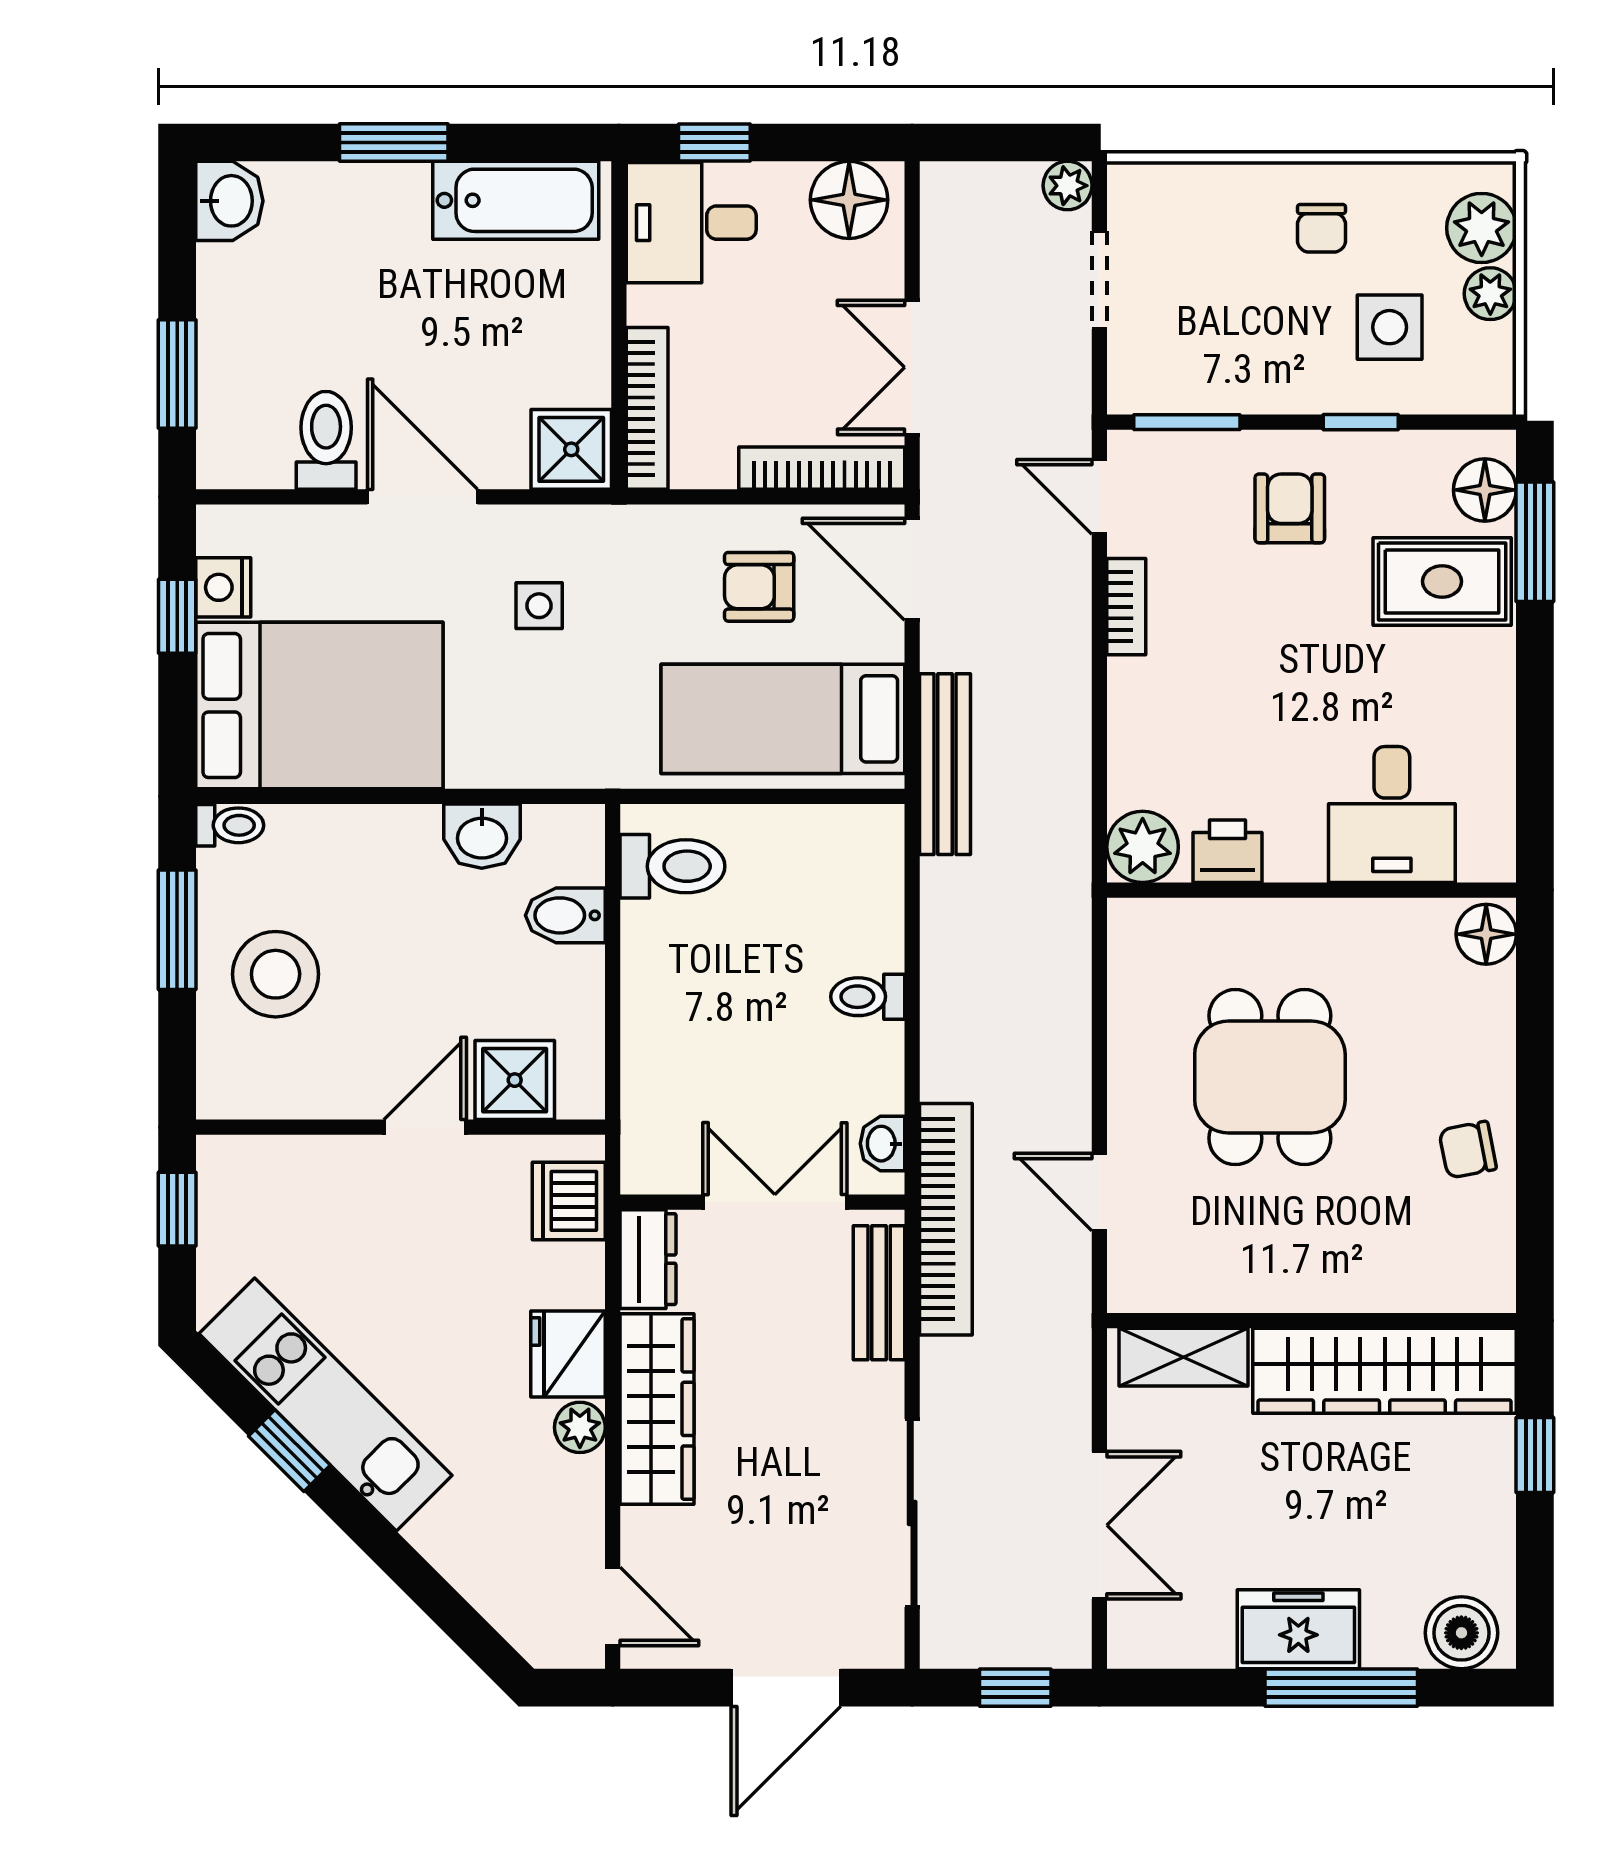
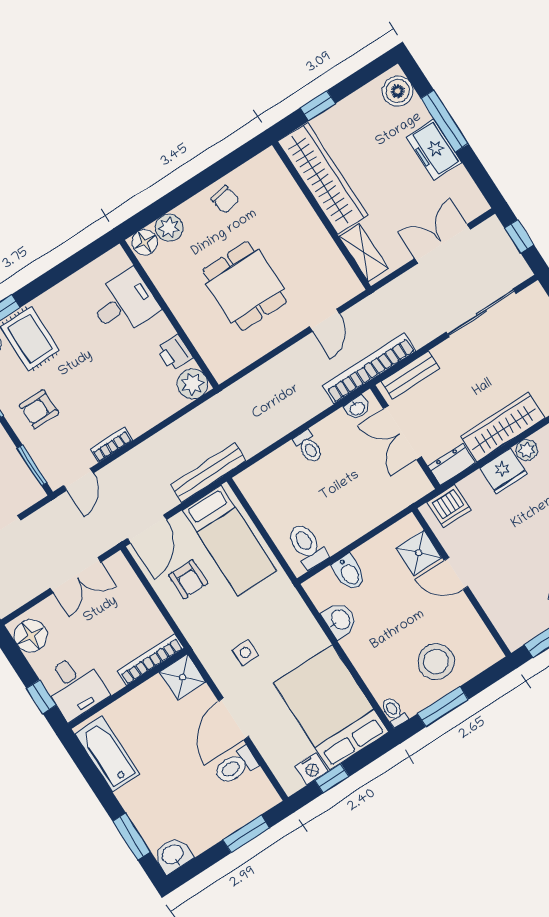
window: (394, 142) -> (132, 836), moved
bookcase: (822, 468) -> (132, 584), removed
plant: (1484, 1001) -> (169, 228), added
dining table: (1270, 1077) -> (245, 286), turned 90

